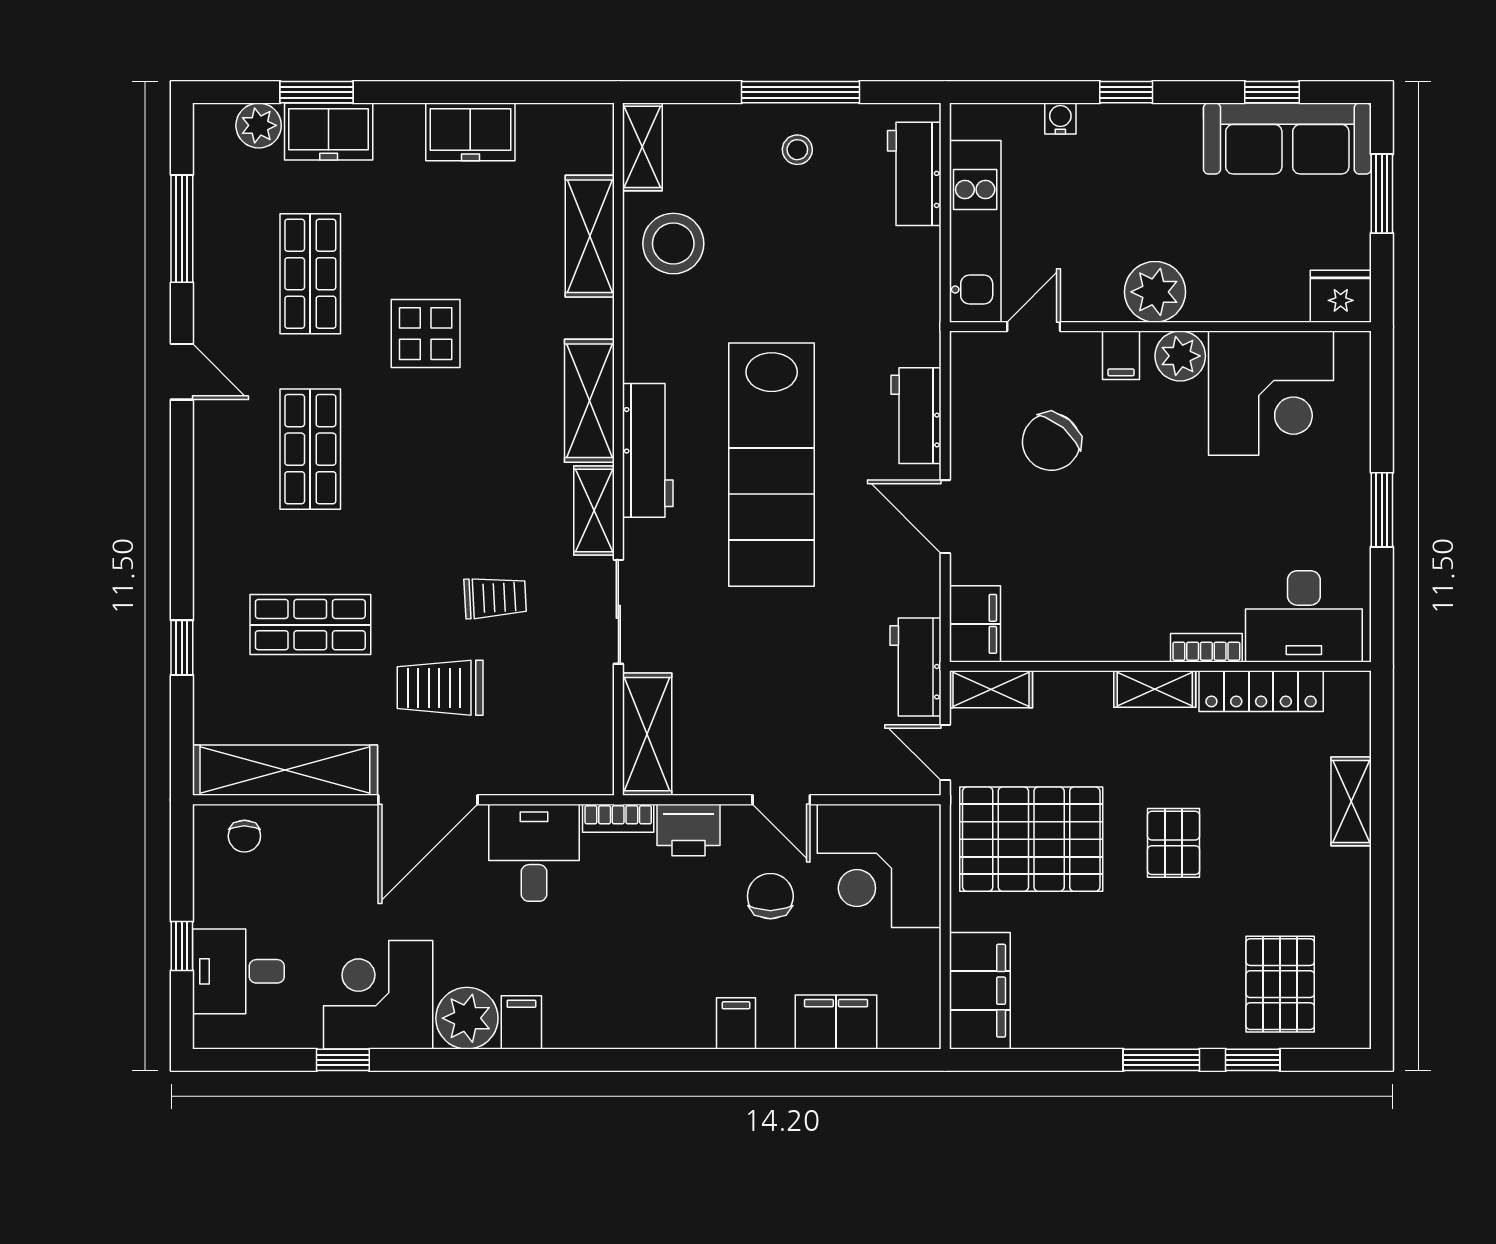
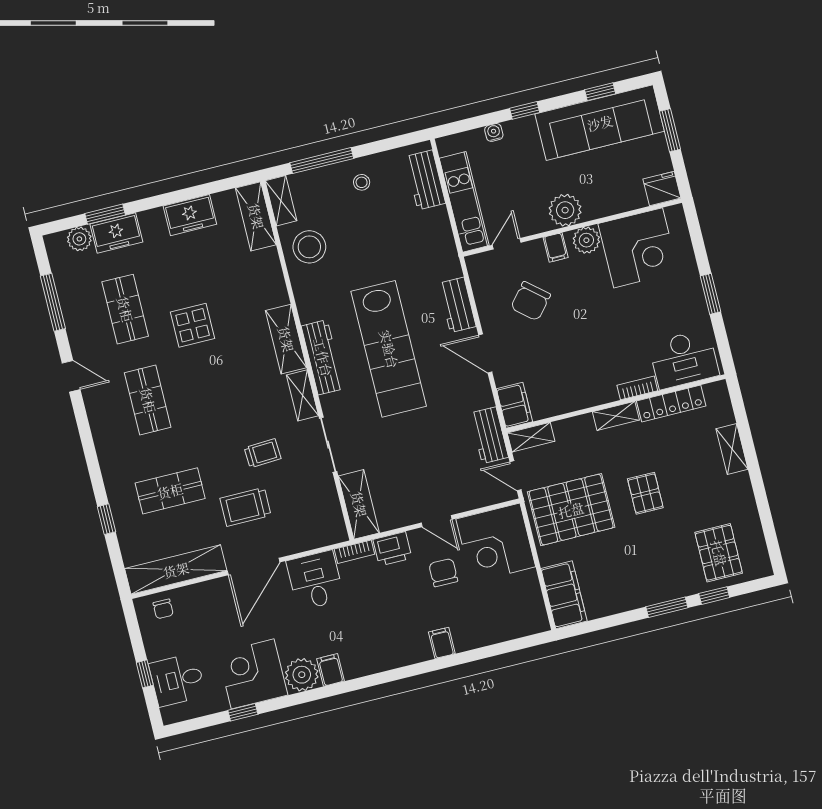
window: (801, 92) -> (322, 161), moved
sofa: (1287, 139) -> (600, 123), width x1.36, depth x1.27
shelving: (590, 236) -> (256, 216), moved
filing cabinet: (836, 1022) -> (493, 629), removed

